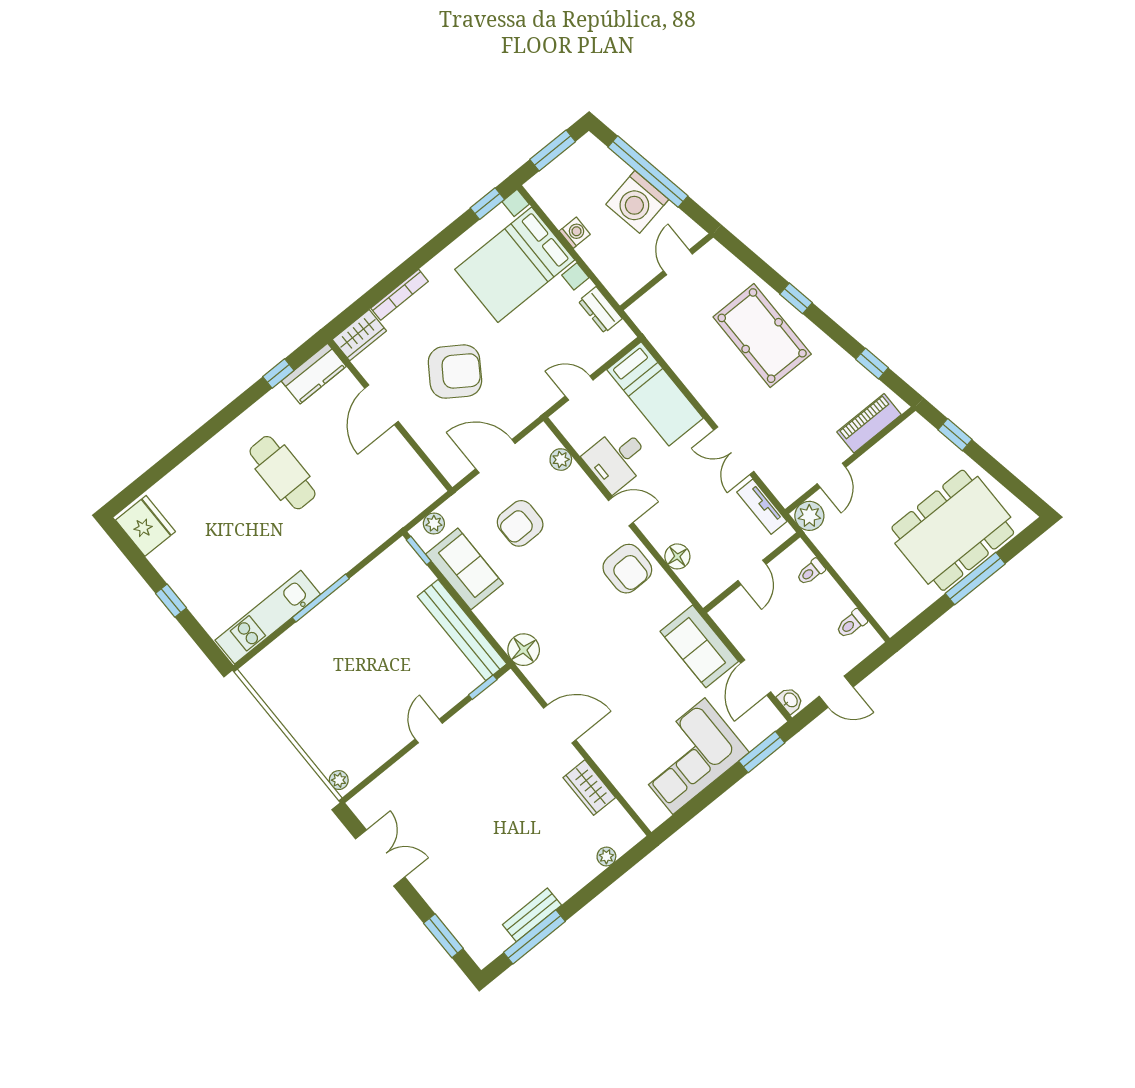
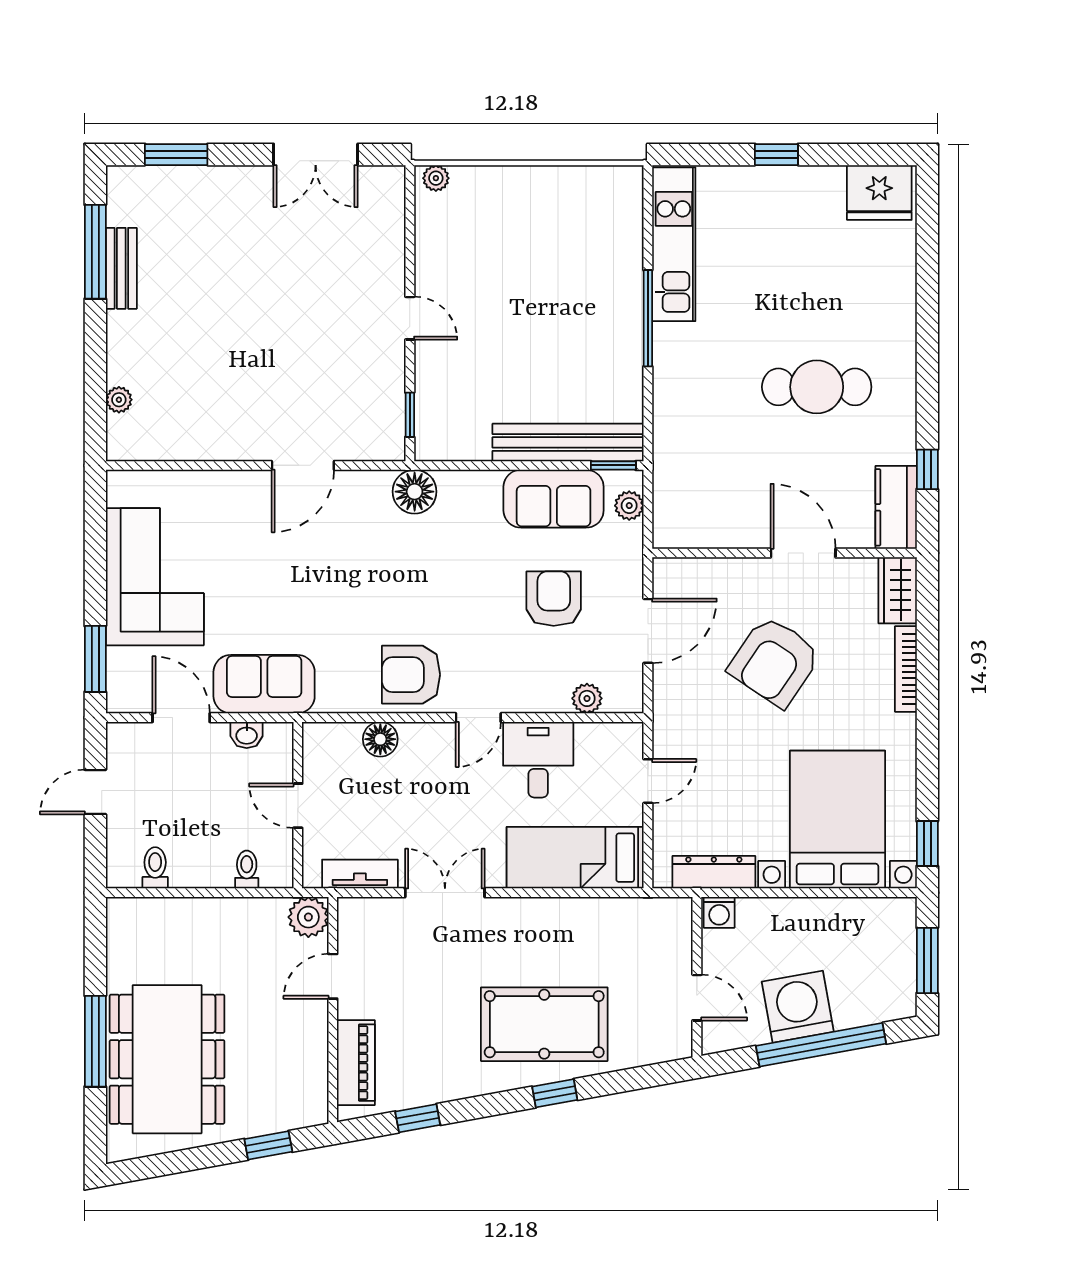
washing machine: (575, 233) -> (719, 912), moved
dresser: (600, 310) -> (714, 872), width x1.44
door: (831, 475) -> (333, 976), hinge flipped
bench: (462, 630) -> (568, 442), moved
washbasin: (790, 700) -> (247, 735), moved
wardrobe: (589, 788) -> (208, 442), removed

